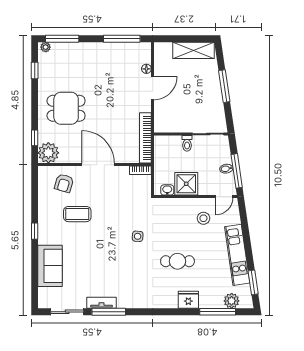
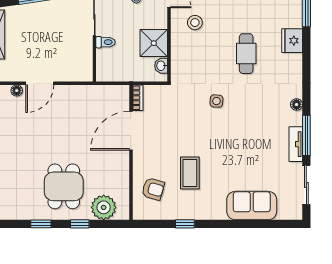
window: (35, 71) -> (41, 224), moved
door: (153, 88) -> (40, 83), swing flipped
window: (35, 138) -> (80, 224), moved
bookcase: (145, 138) -> (99, 92), removed
plant: (48, 153) -> (104, 207), moved
door: (98, 165) -> (131, 131), moved
window: (35, 231) -> (185, 224), moved
floor lamp: (135, 303) -> (297, 105), added

